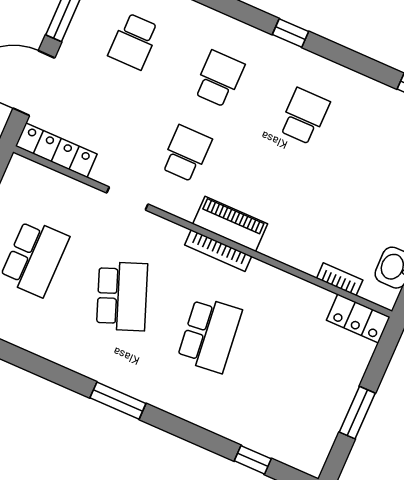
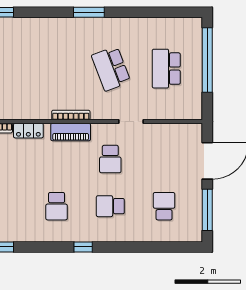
school desk: (219, 79) -> (110, 206), turned 90
locker: (56, 150) -> (28, 131), moved, width x0.66
school desk: (210, 335) -> (56, 69), removed

